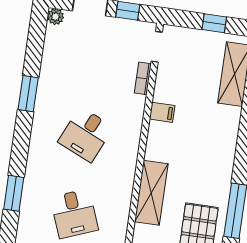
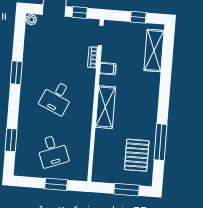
filing cabinet: (162, 112) -> (108, 69), moved
shelving: (151, 193) -> (105, 107), moved

